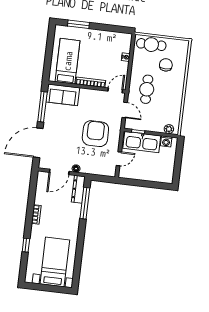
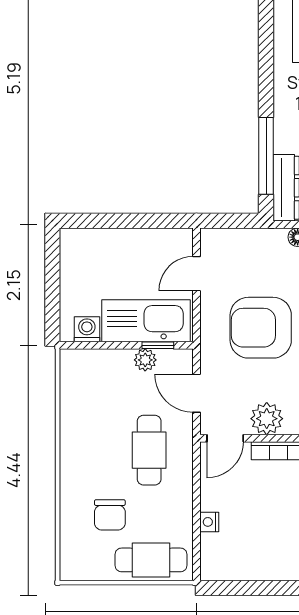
plant: (97, 96) -> (267, 419), added
plant: (169, 129) -> (145, 360), moved
armchair: (95, 134) -> (261, 328), turned 90

